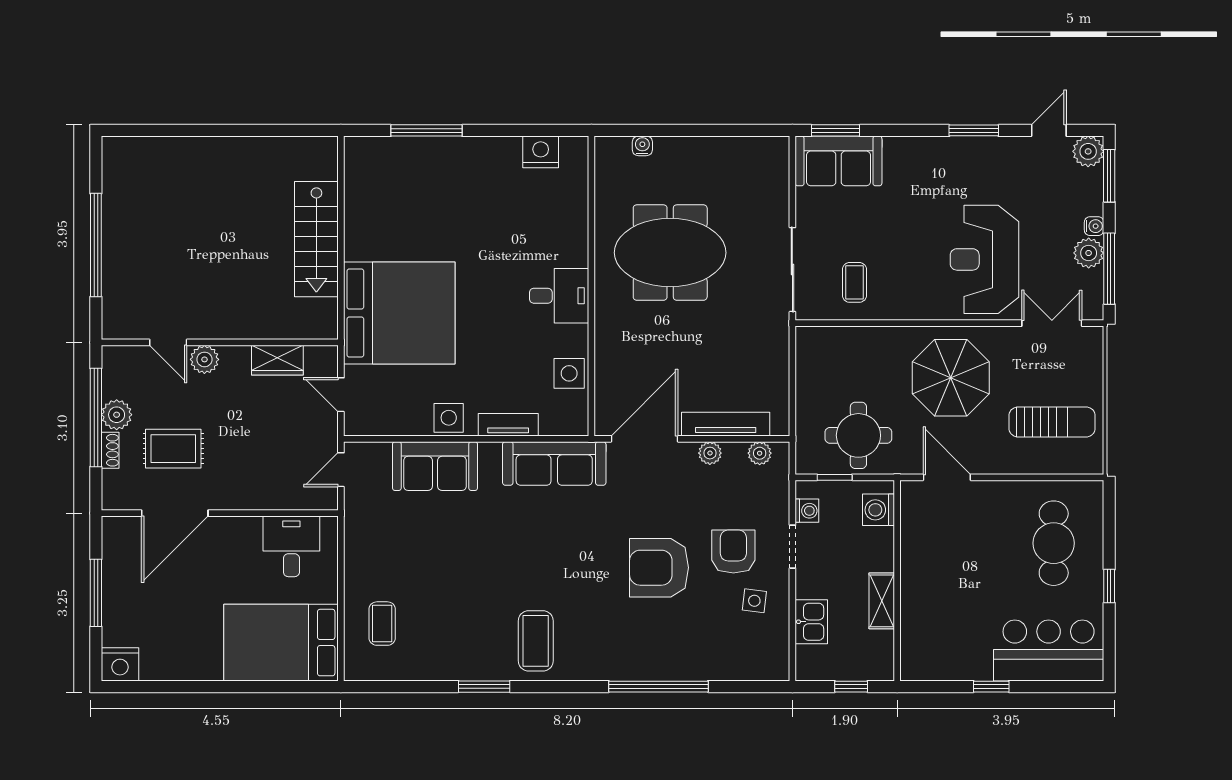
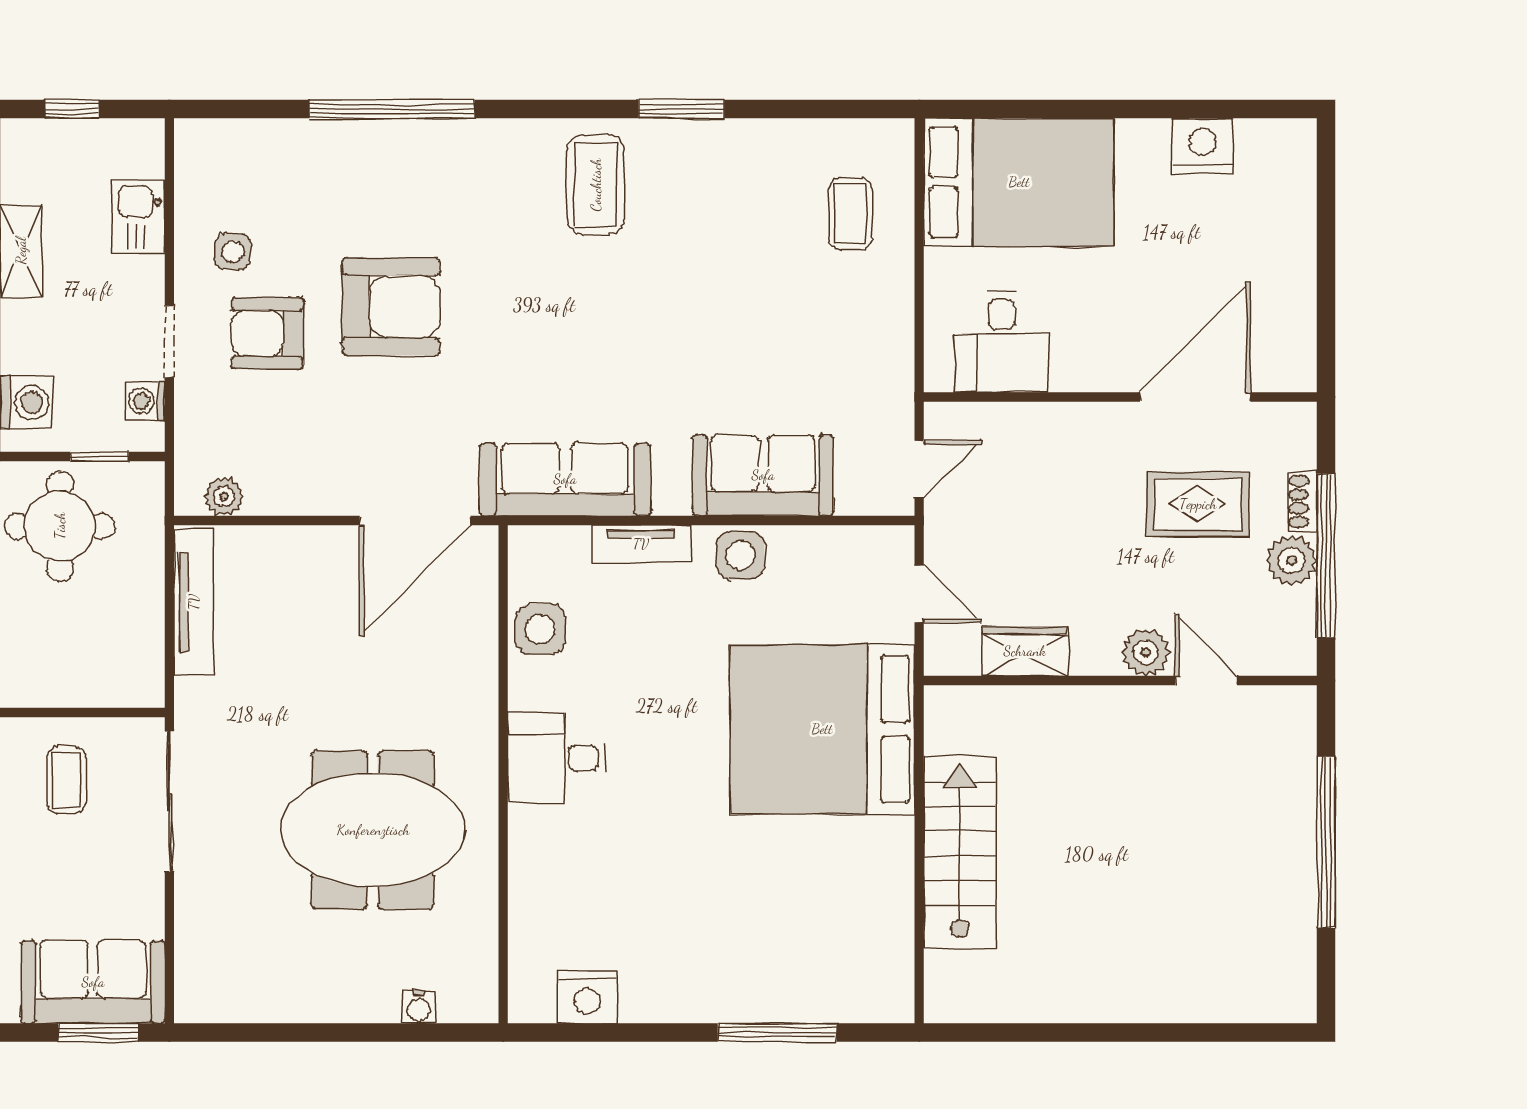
tv unit: (726, 424) -> (194, 602), moved, turned -90
plant: (710, 453) -> (306, 497), removed
armchair: (733, 552) -> (268, 333), turned 90
window: (96, 593) -> (1326, 265), removed
nightstand: (120, 664) -> (1203, 146), moved

